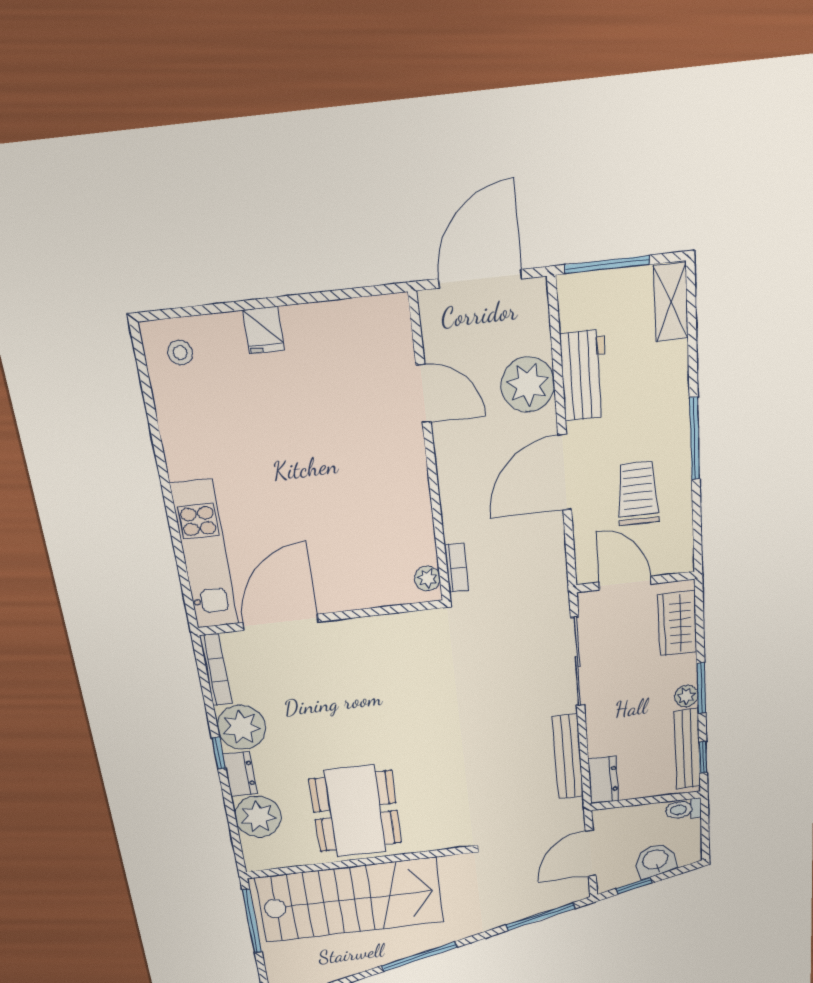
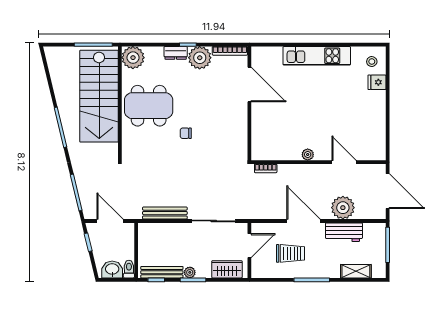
shelving: (671, 302) -> (356, 271), moved
fridge: (264, 330) -> (377, 82), moved
door: (423, 394) -> (344, 162), swing flipped
kitchen unit: (205, 555) -> (317, 56), moved
plant: (427, 578) -> (308, 155), moved
chair: (401, 736) -> (186, 133), added
dresser: (603, 780) -> (150, 230), removed
plant: (258, 817) -> (133, 58), moved
washbasin: (655, 860) -> (112, 269), moved, turned -76

